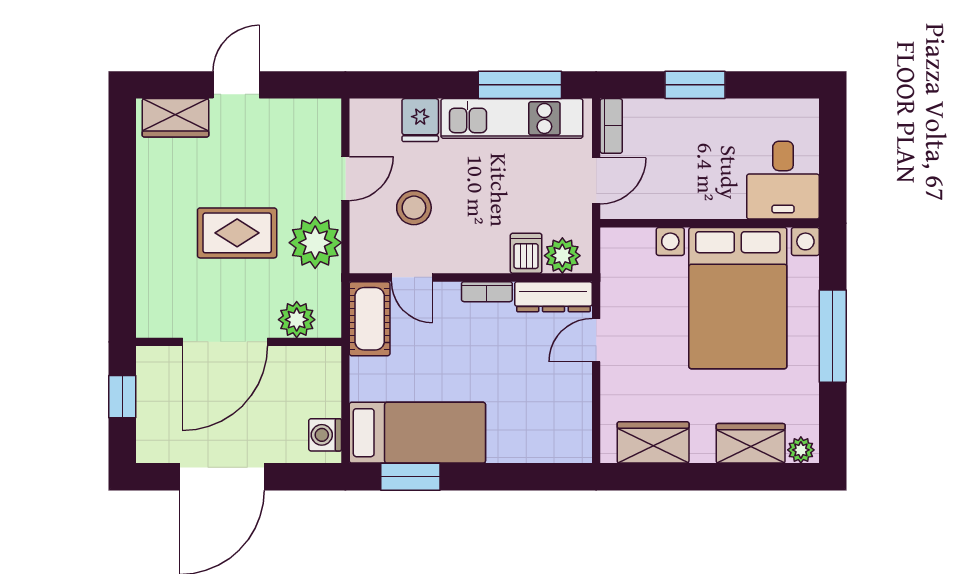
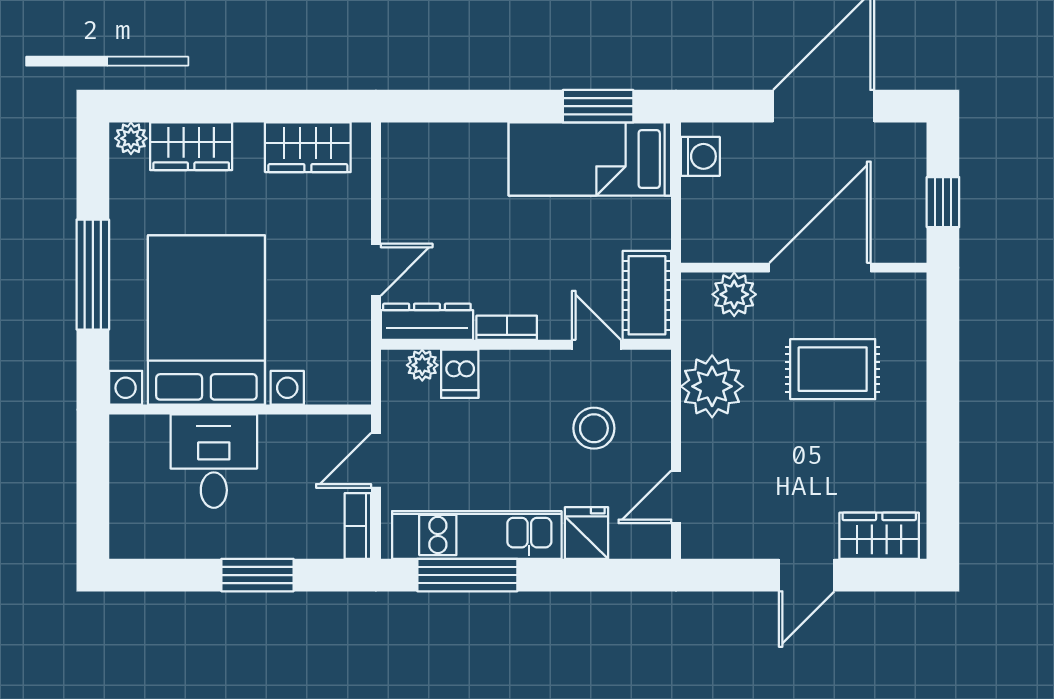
door: (345, 179) -> (676, 497), moved
desk: (783, 180) -> (214, 461), moved
rug: (237, 233) -> (833, 369), moved
plant: (562, 256) -> (422, 365), width x0.73, depth x0.73

